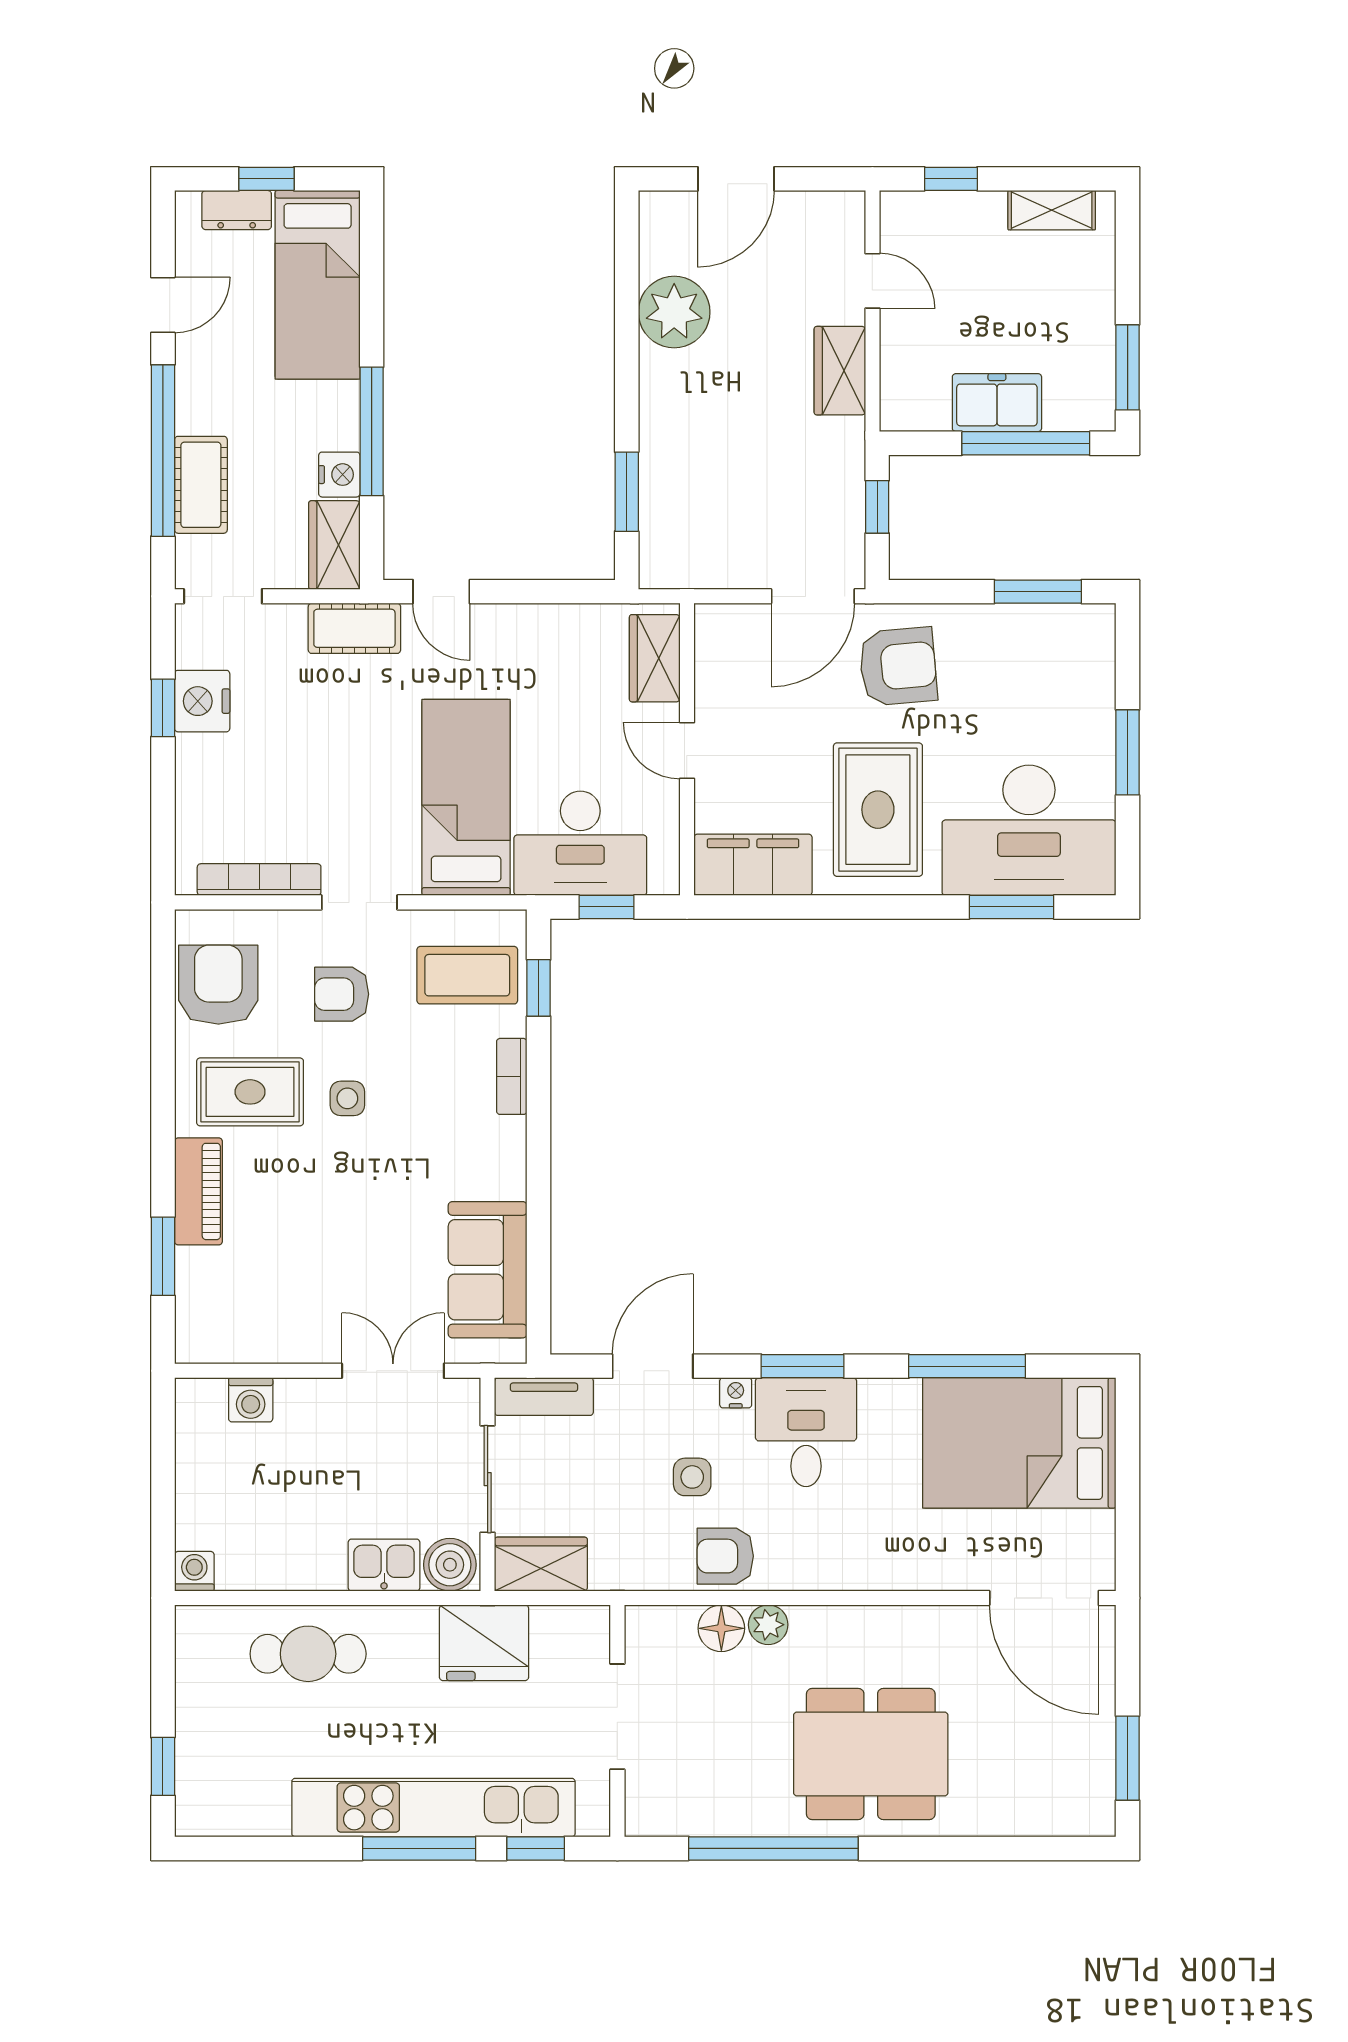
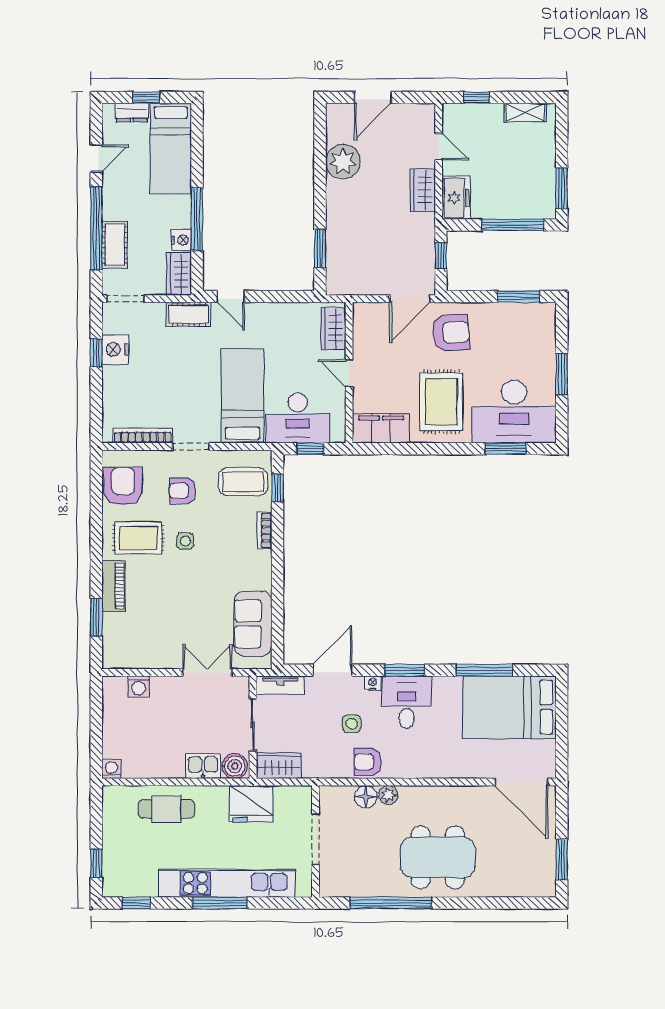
freezer: (997, 403) -> (456, 198), moved, turned 90
window: (536, 1848) -> (136, 903), moved

